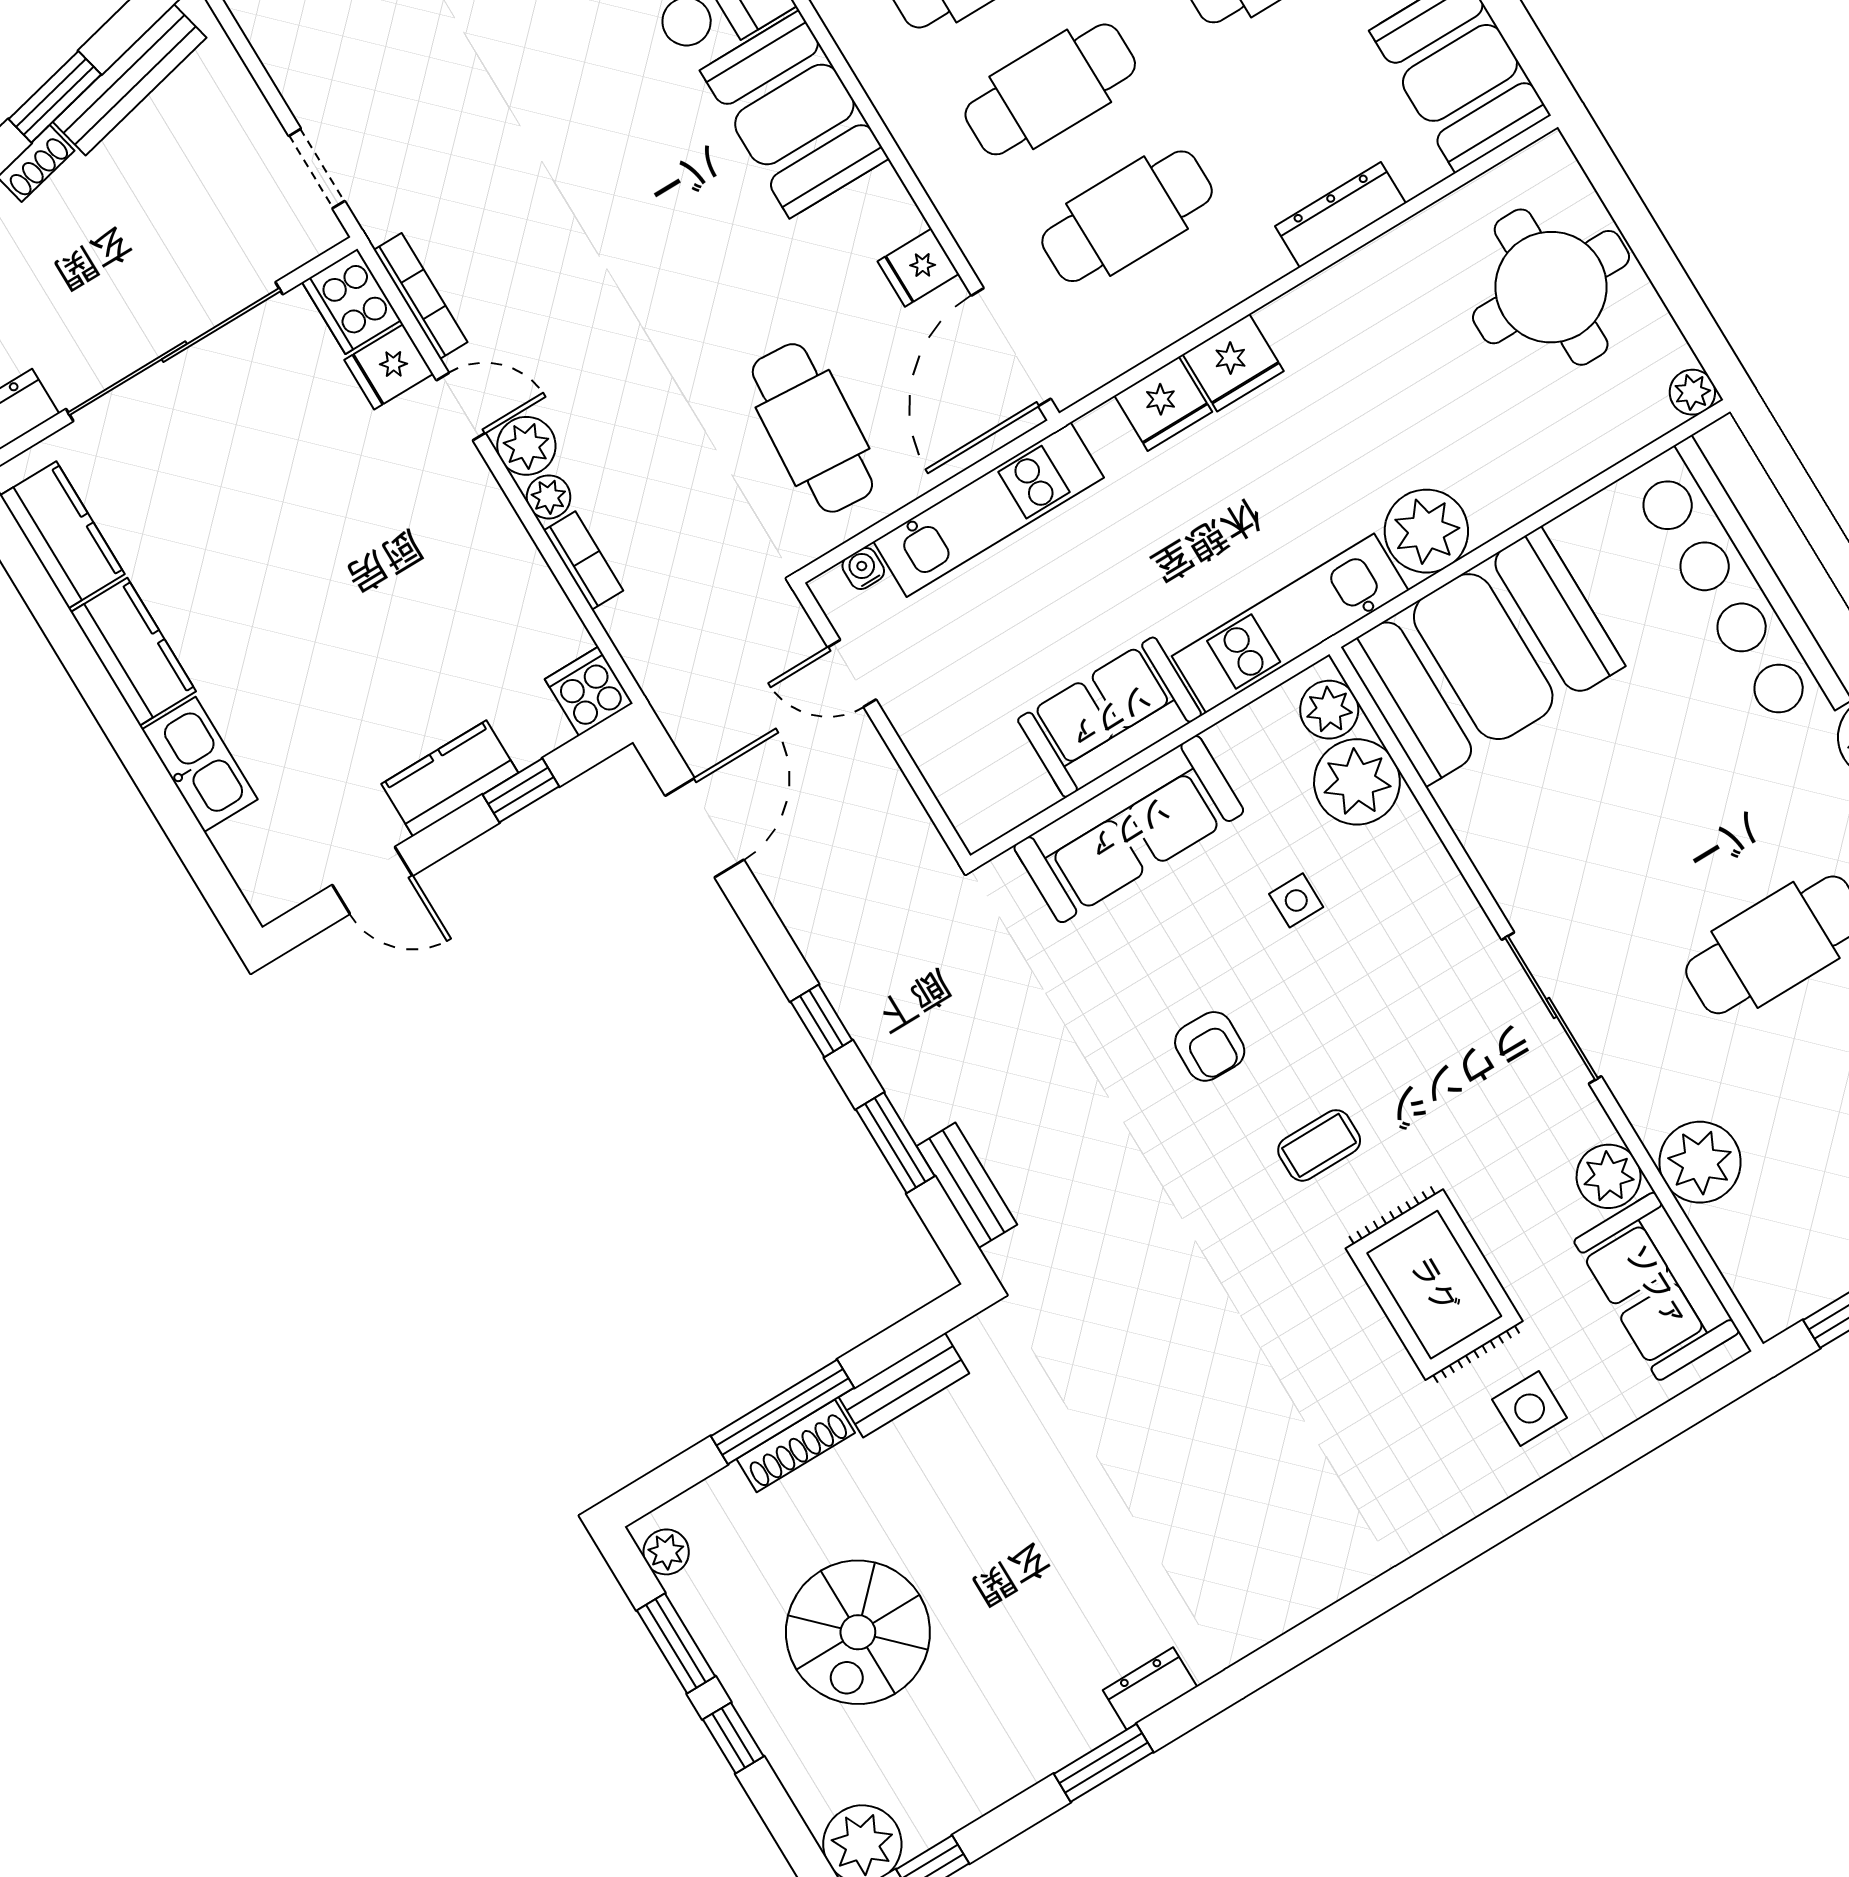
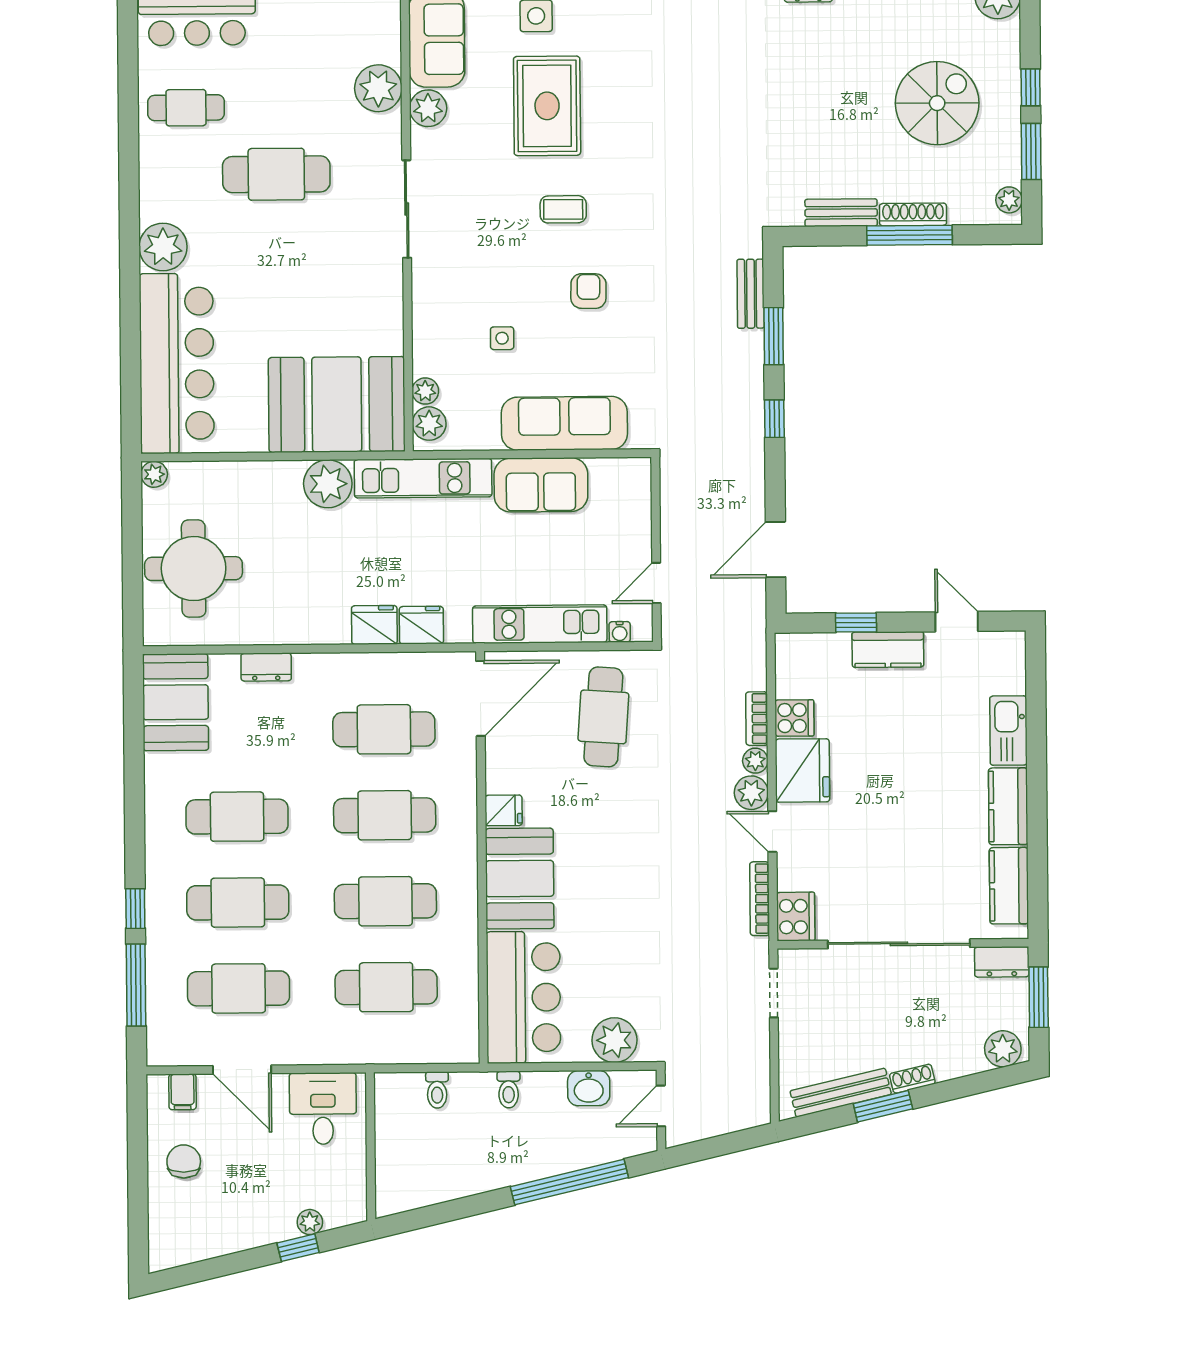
dresser: (1340, 215) -> (266, 667), width x0.70
fridge: (918, 268) -> (504, 810), moved
fridge: (389, 367) -> (802, 770), moved, width x1.88, depth x1.34
door: (852, 673) -> (656, 583), swing flipped
cooker: (589, 691) -> (794, 718), moved, turned -90
plant: (1357, 782) -> (425, 391), width x0.53, depth x0.53

